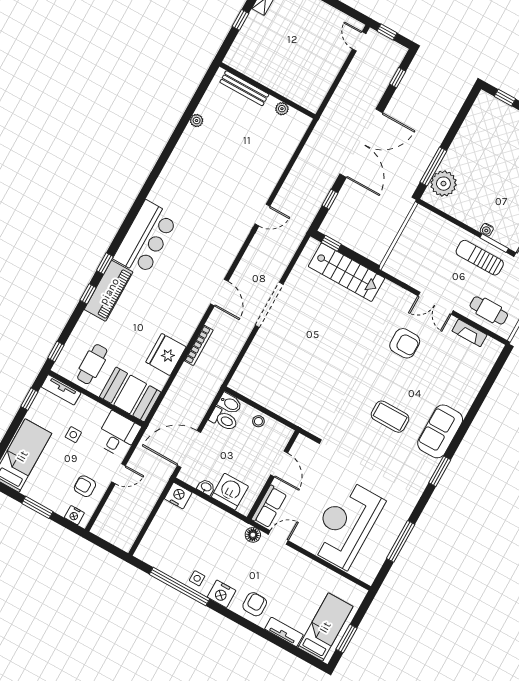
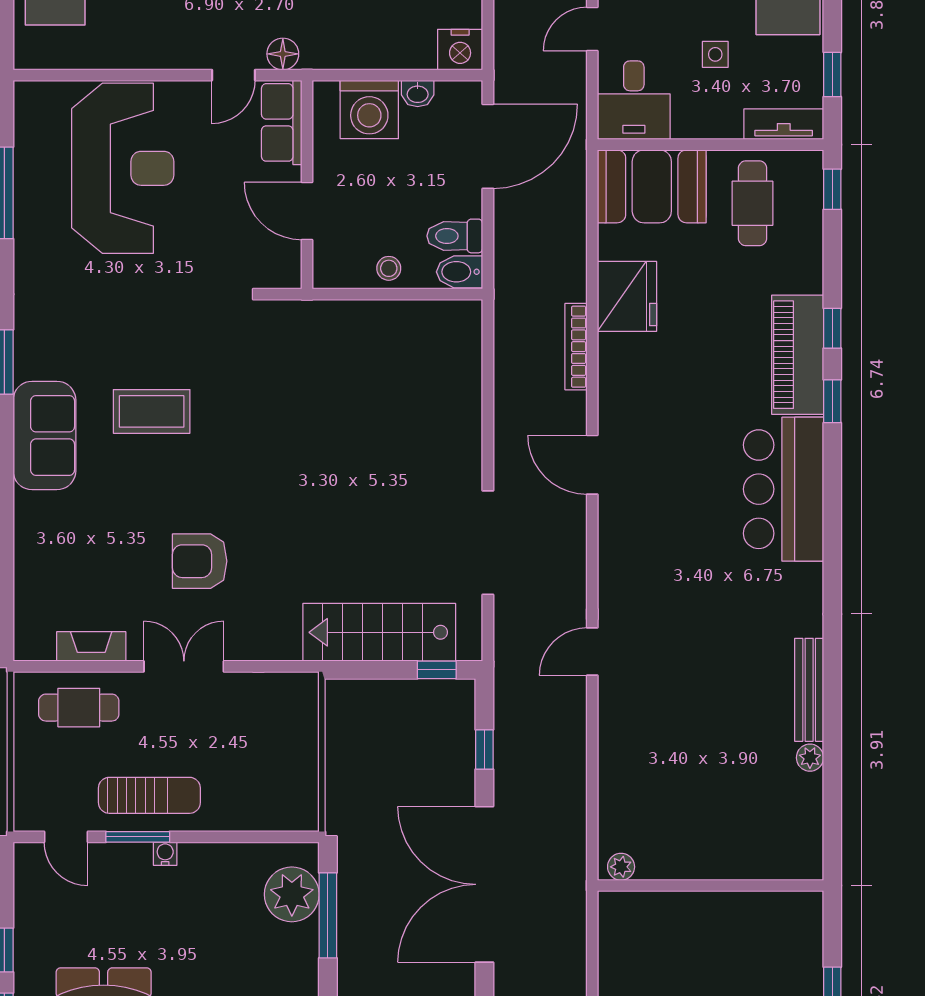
bench: (244, 88) -> (809, 690), moved, turned 90
plant: (282, 109) -> (621, 867), moved
doorway: (269, 305) -> (488, 543), moved

